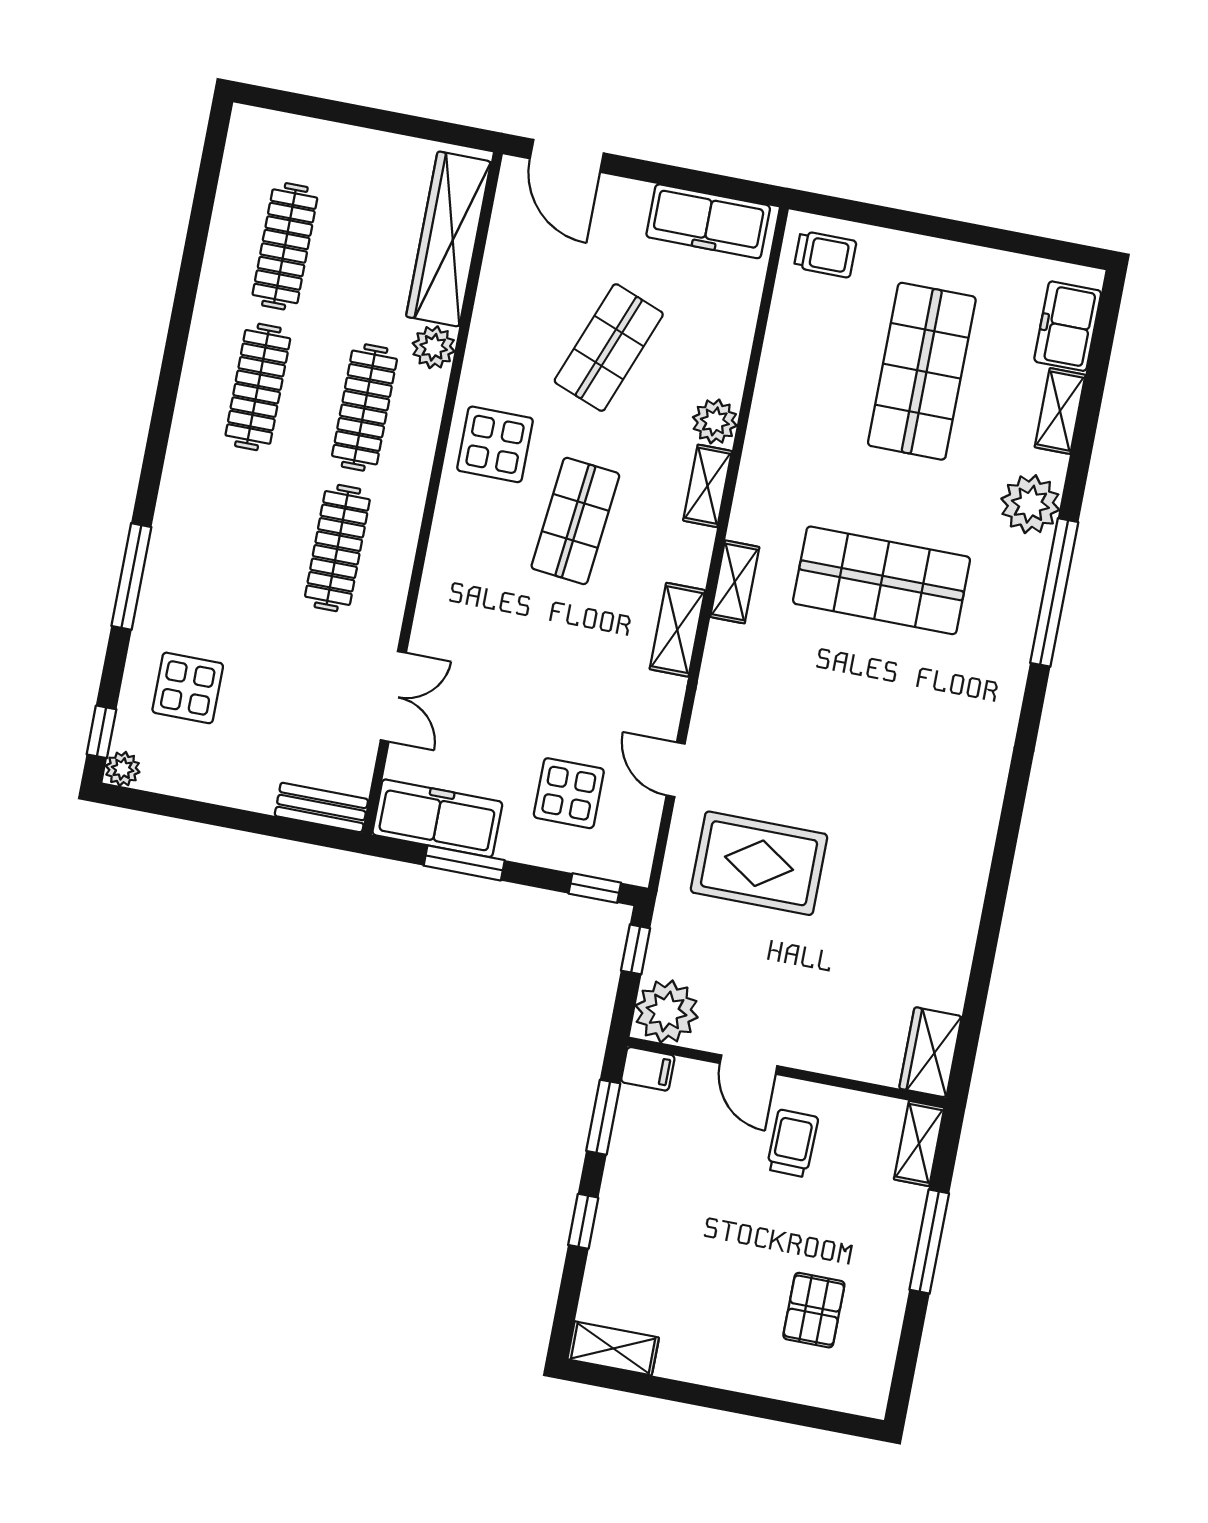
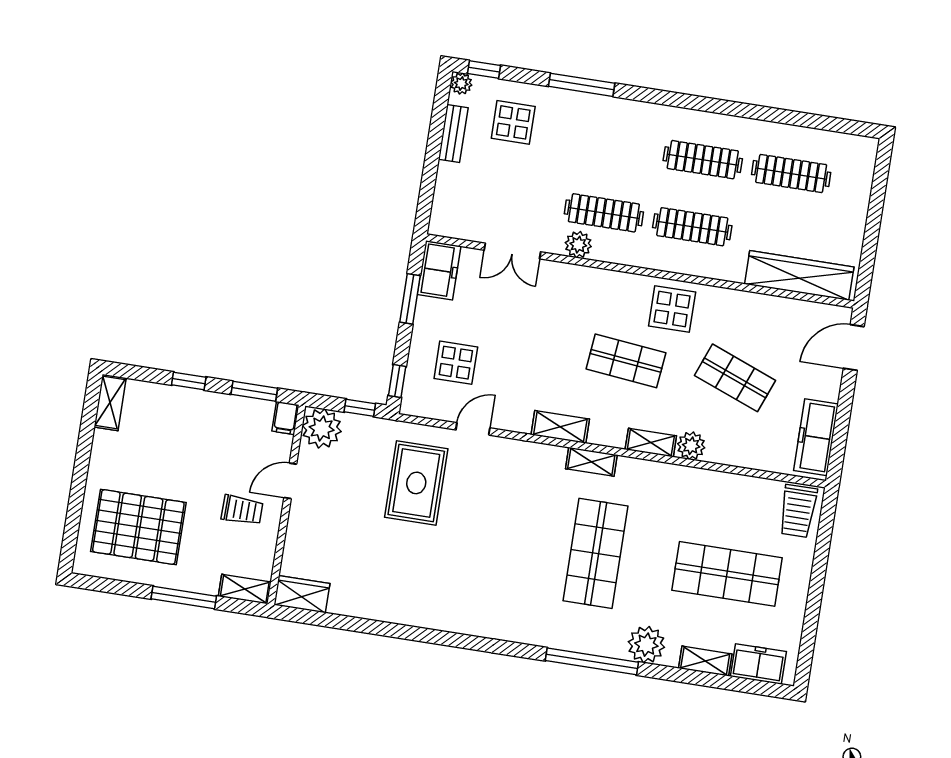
trolley: (825, 254) -> (798, 511), width x1.36, depth x1.39
plant: (434, 347) -> (578, 245), moved
bench: (321, 808) -> (453, 134), moved
freezer: (437, 818) -> (439, 270), width x0.71
pallet: (814, 1310) -> (138, 527), width x2.05, depth x2.00

